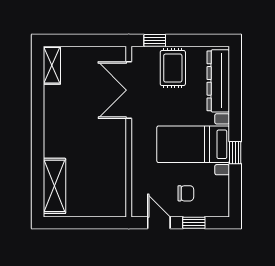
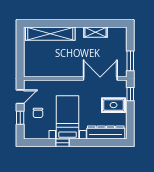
window: (100, 40) -> (130, 61), added
shelving: (52, 65) -> (96, 32), moved
shelving: (54, 186) -> (50, 34), width x1.47

